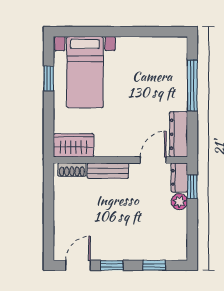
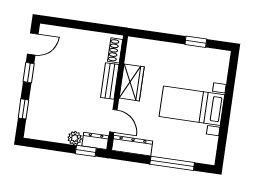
bed with nightstands: (85, 72) -> (192, 106), moved
wardrobe: (74, 145) -> (132, 82), moved
door: (78, 265) -> (33, 44), hinge flipped

